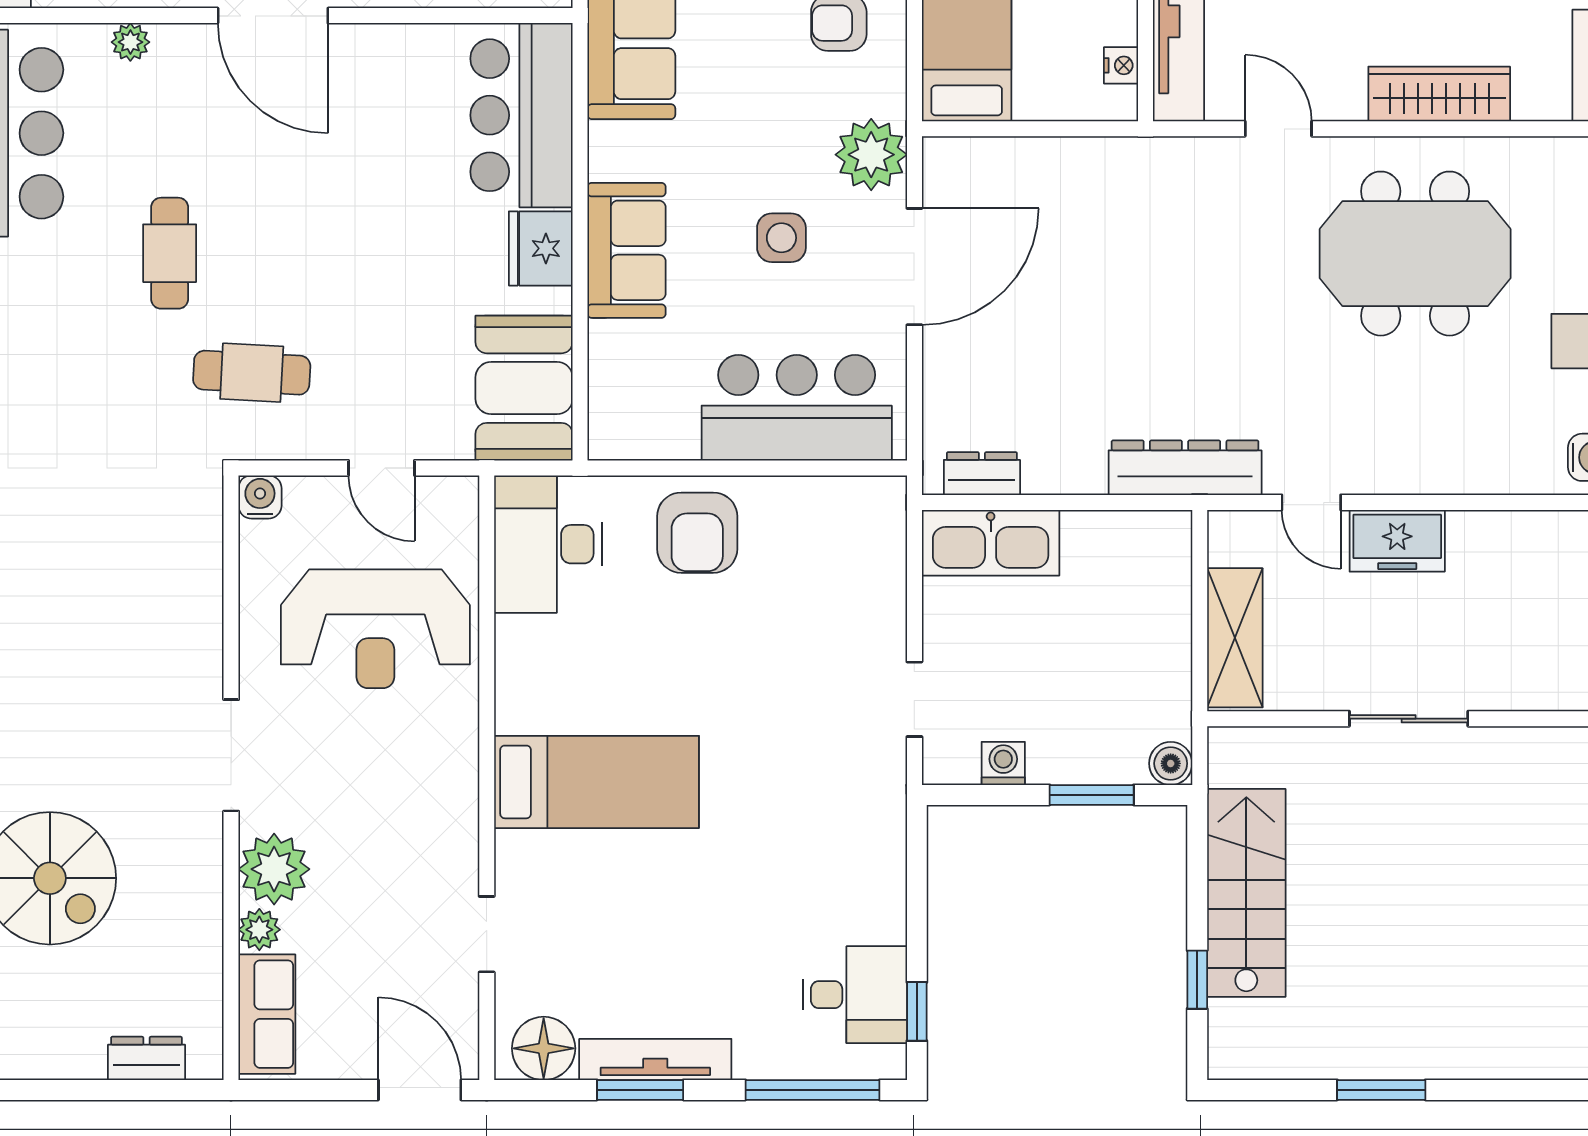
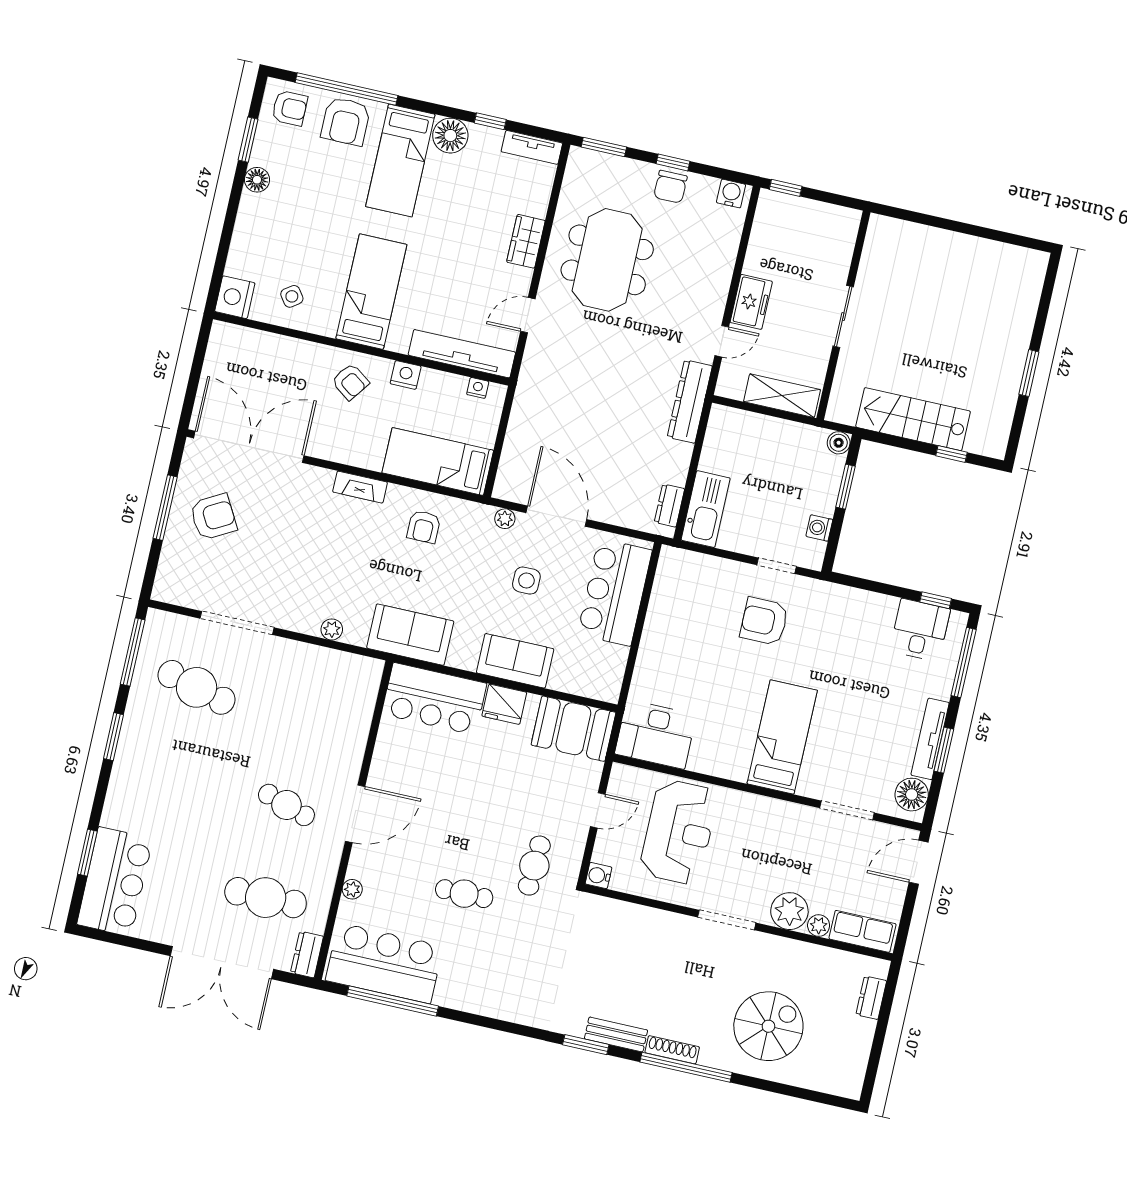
wardrobe: (1439, 94) -> (526, 241), width x0.67
plant: (871, 155) -> (505, 519), width x0.53, depth x0.53
armchair: (697, 533) -> (764, 621), moved, turned 180
doorway: (487, 934) -> (847, 810), width x1.38

